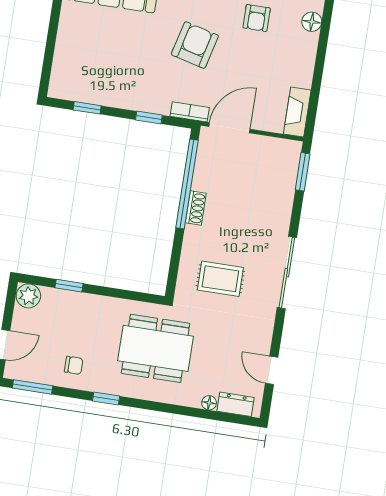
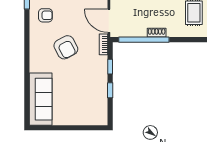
armchair: (195, 45) -> (66, 47), turned -132
window: (87, 108) -> (110, 90), moved

